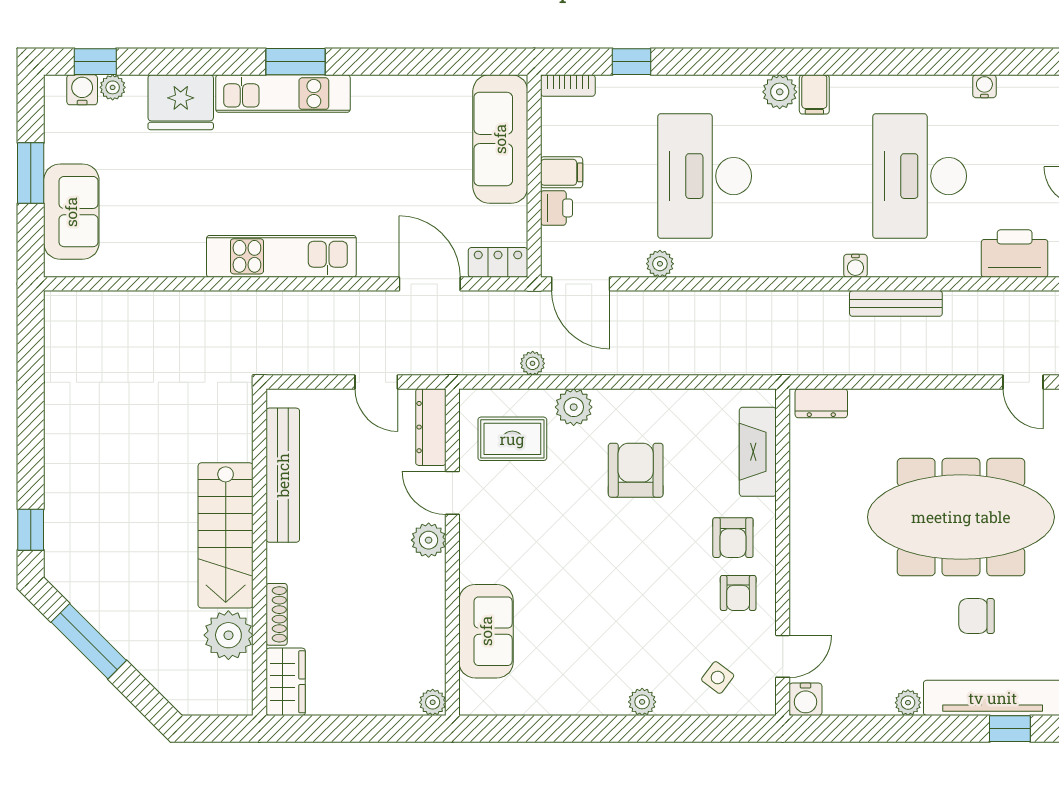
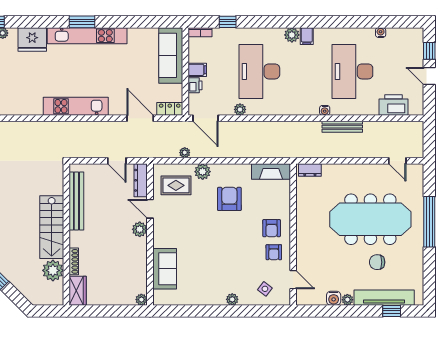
kitchen unit: (283, 94) -> (87, 36), width x1.36
fireplace: (758, 452) -> (271, 172), moved, turned -90
door: (783, 656) -> (293, 280), hinge flipped
water cooler: (806, 699) -> (334, 298), moved

